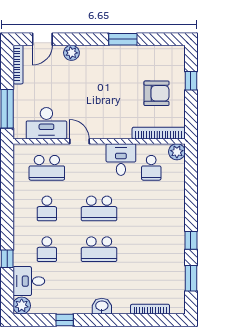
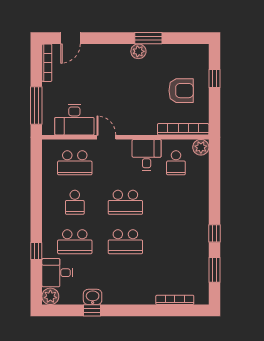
plant: (71, 53) -> (138, 51), moved
school desk: (47, 249) -> (75, 242), width x1.85
washbasin: (102, 306) -> (93, 297), moved

